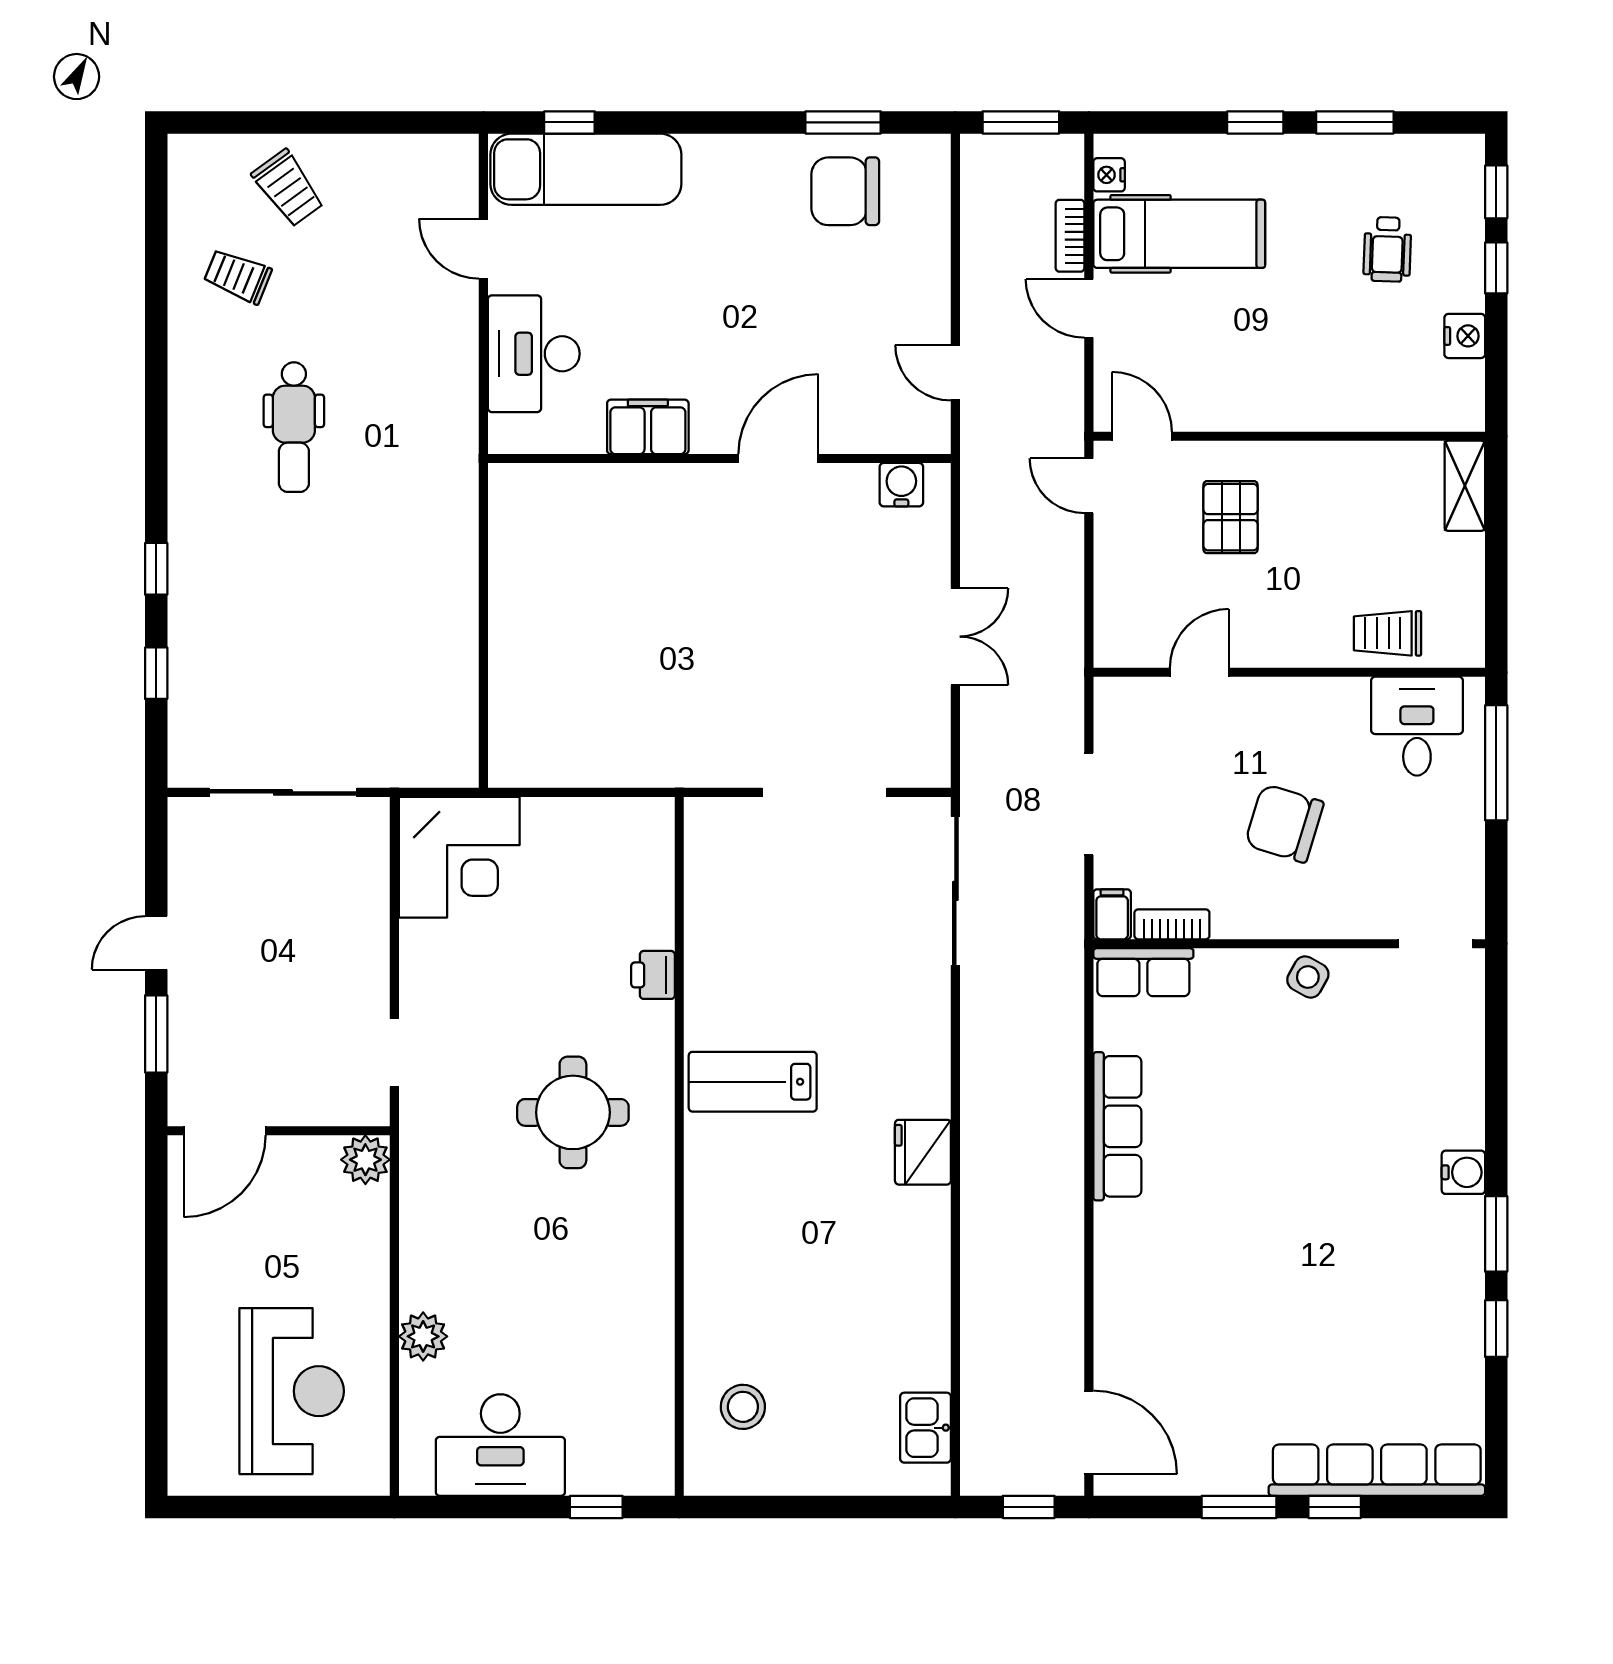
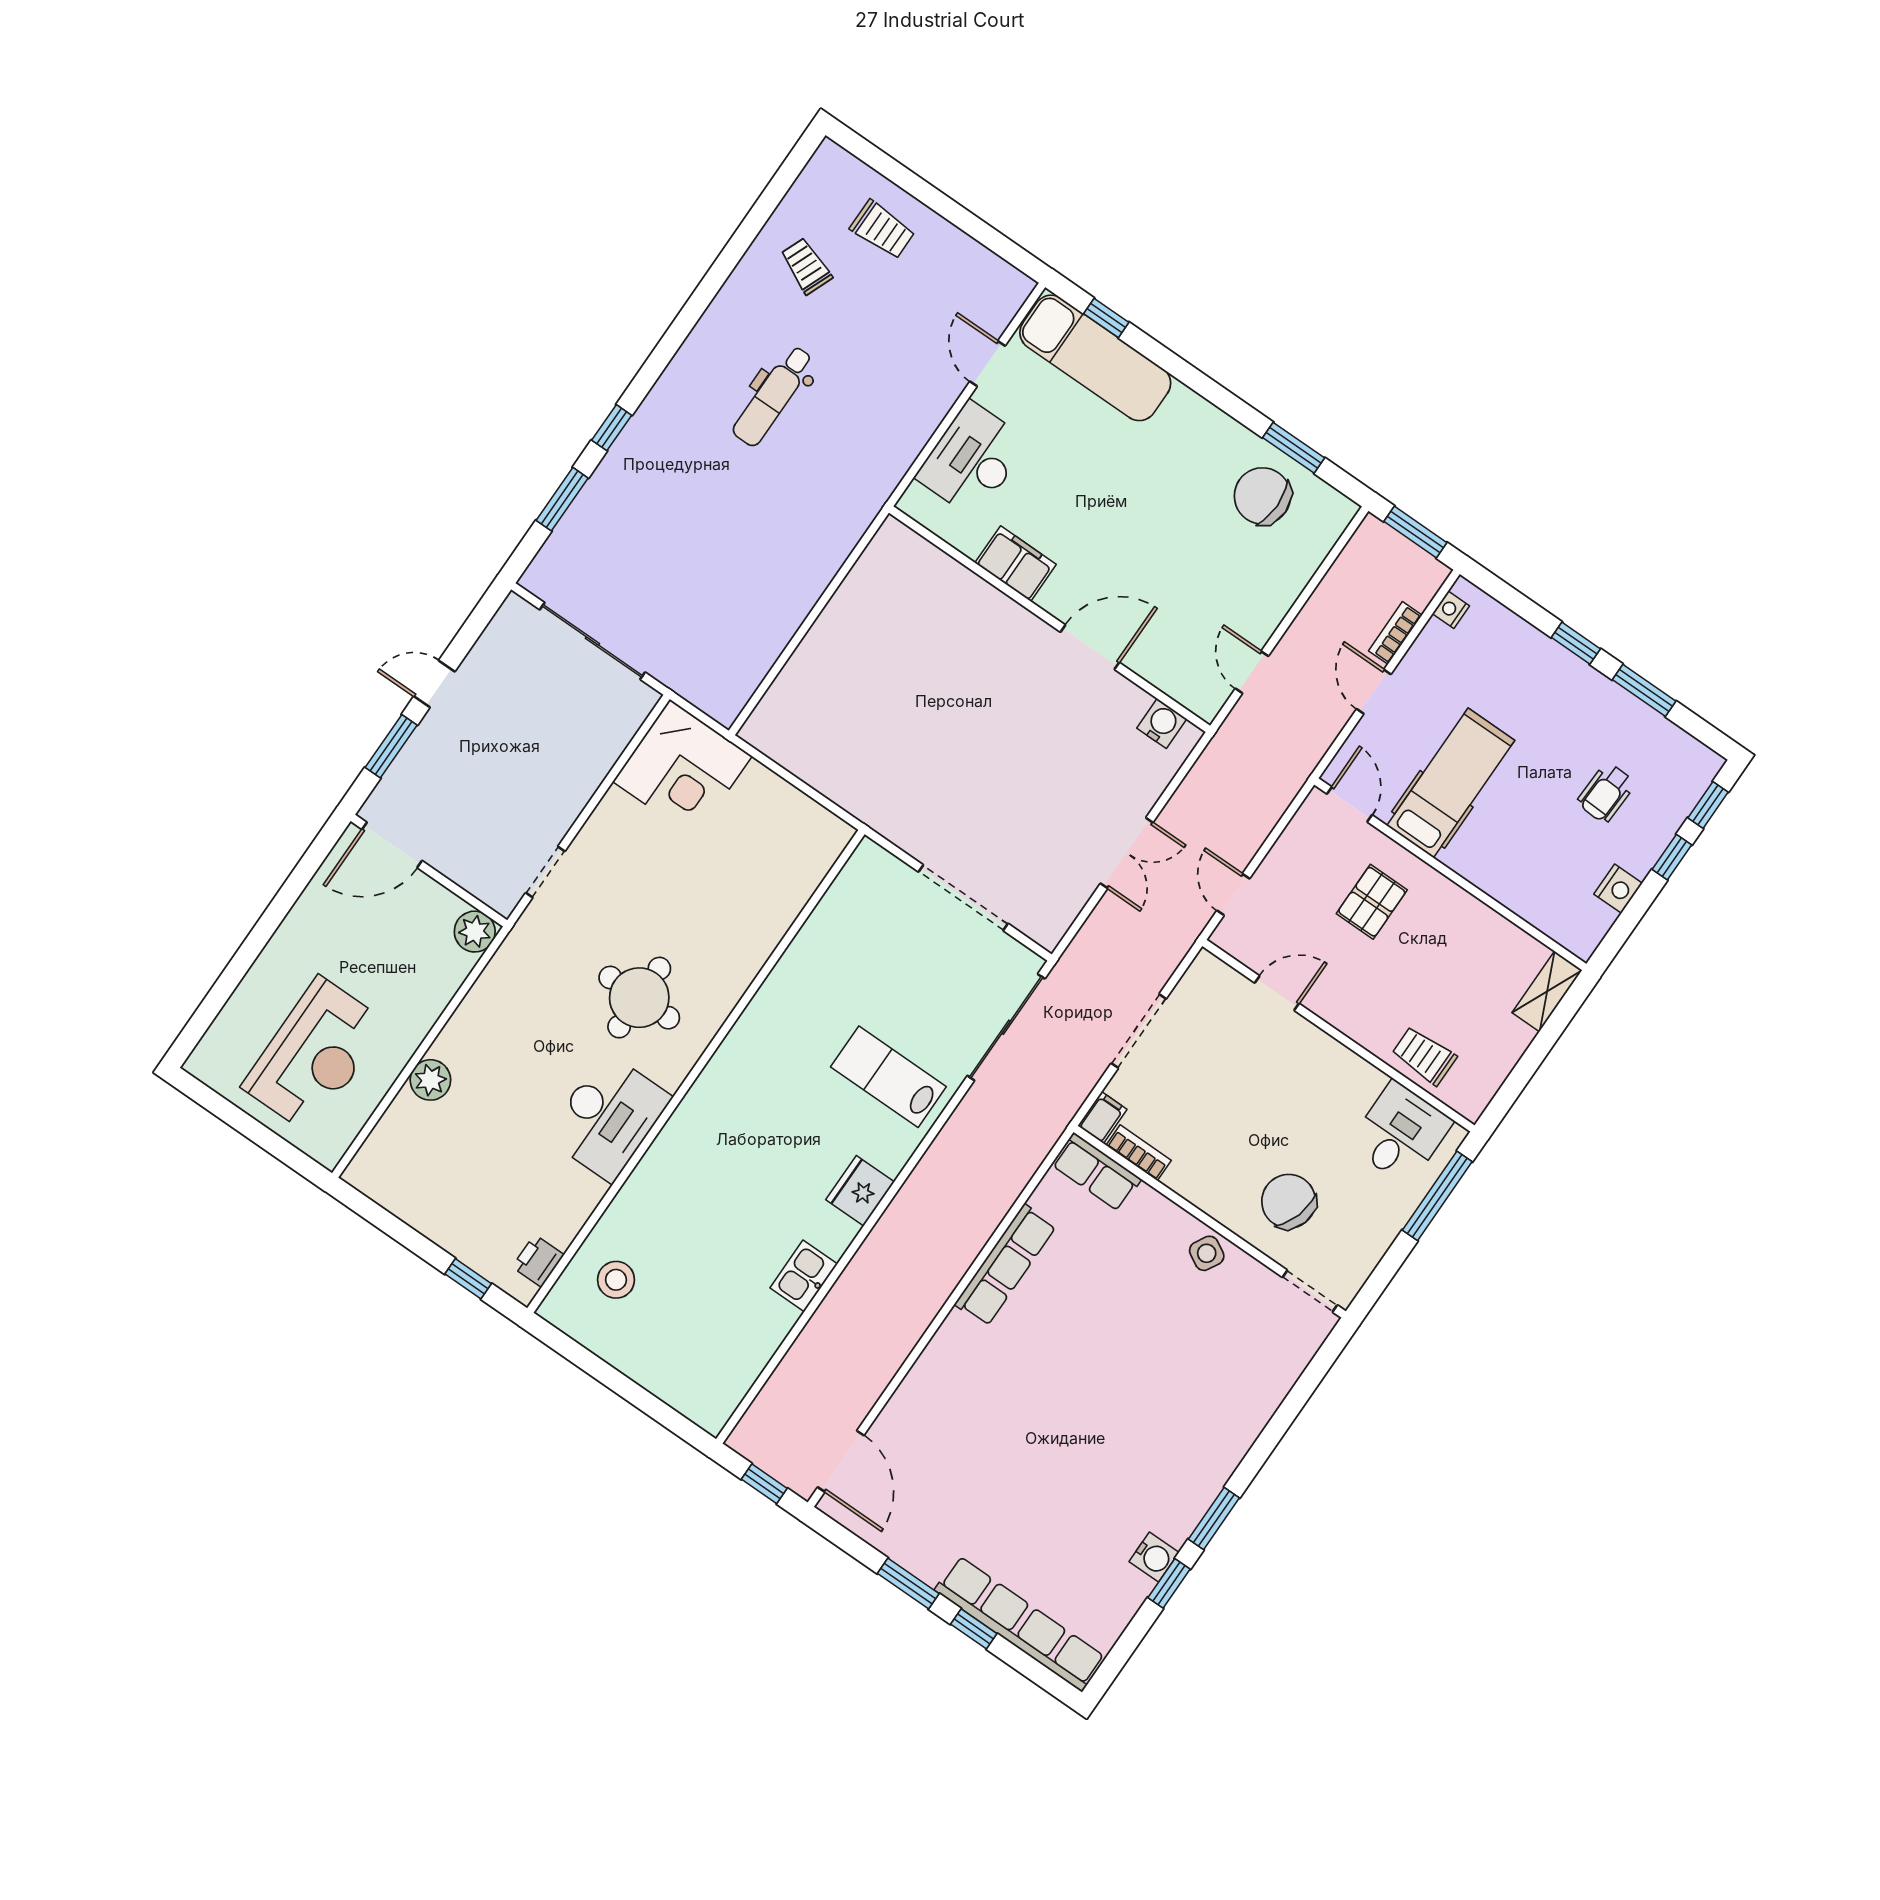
trolley: (288, 188) -> (882, 230), turned -54
hospital bed: (1179, 234) -> (1451, 783), moved, turned -90
door: (1089, 486) -> (1233, 895), moved
window: (156, 673) -> (562, 499), width x1.50
chair: (1284, 823) -> (1289, 1201), moved
printer: (653, 975) -> (538, 1261), moved
lab bench: (753, 1082) -> (888, 1077), moved
water cooler: (1463, 1172) -> (1154, 1557), moved
kitchen sink: (926, 1428) -> (804, 1276), moved
desk: (500, 1445) -> (608, 1117), moved, turned -90

